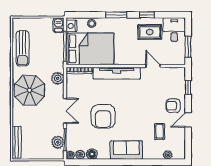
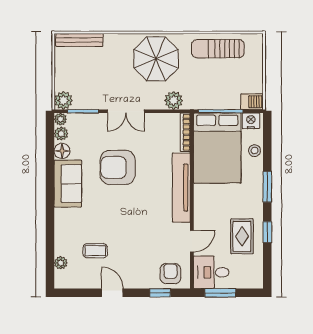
desk: (174, 30) -> (211, 272), moved, turned 180
armchair: (173, 106) -> (170, 274), moved
plant: (58, 142) -> (63, 100), moved
sofa: (126, 150) -> (68, 184), moved

